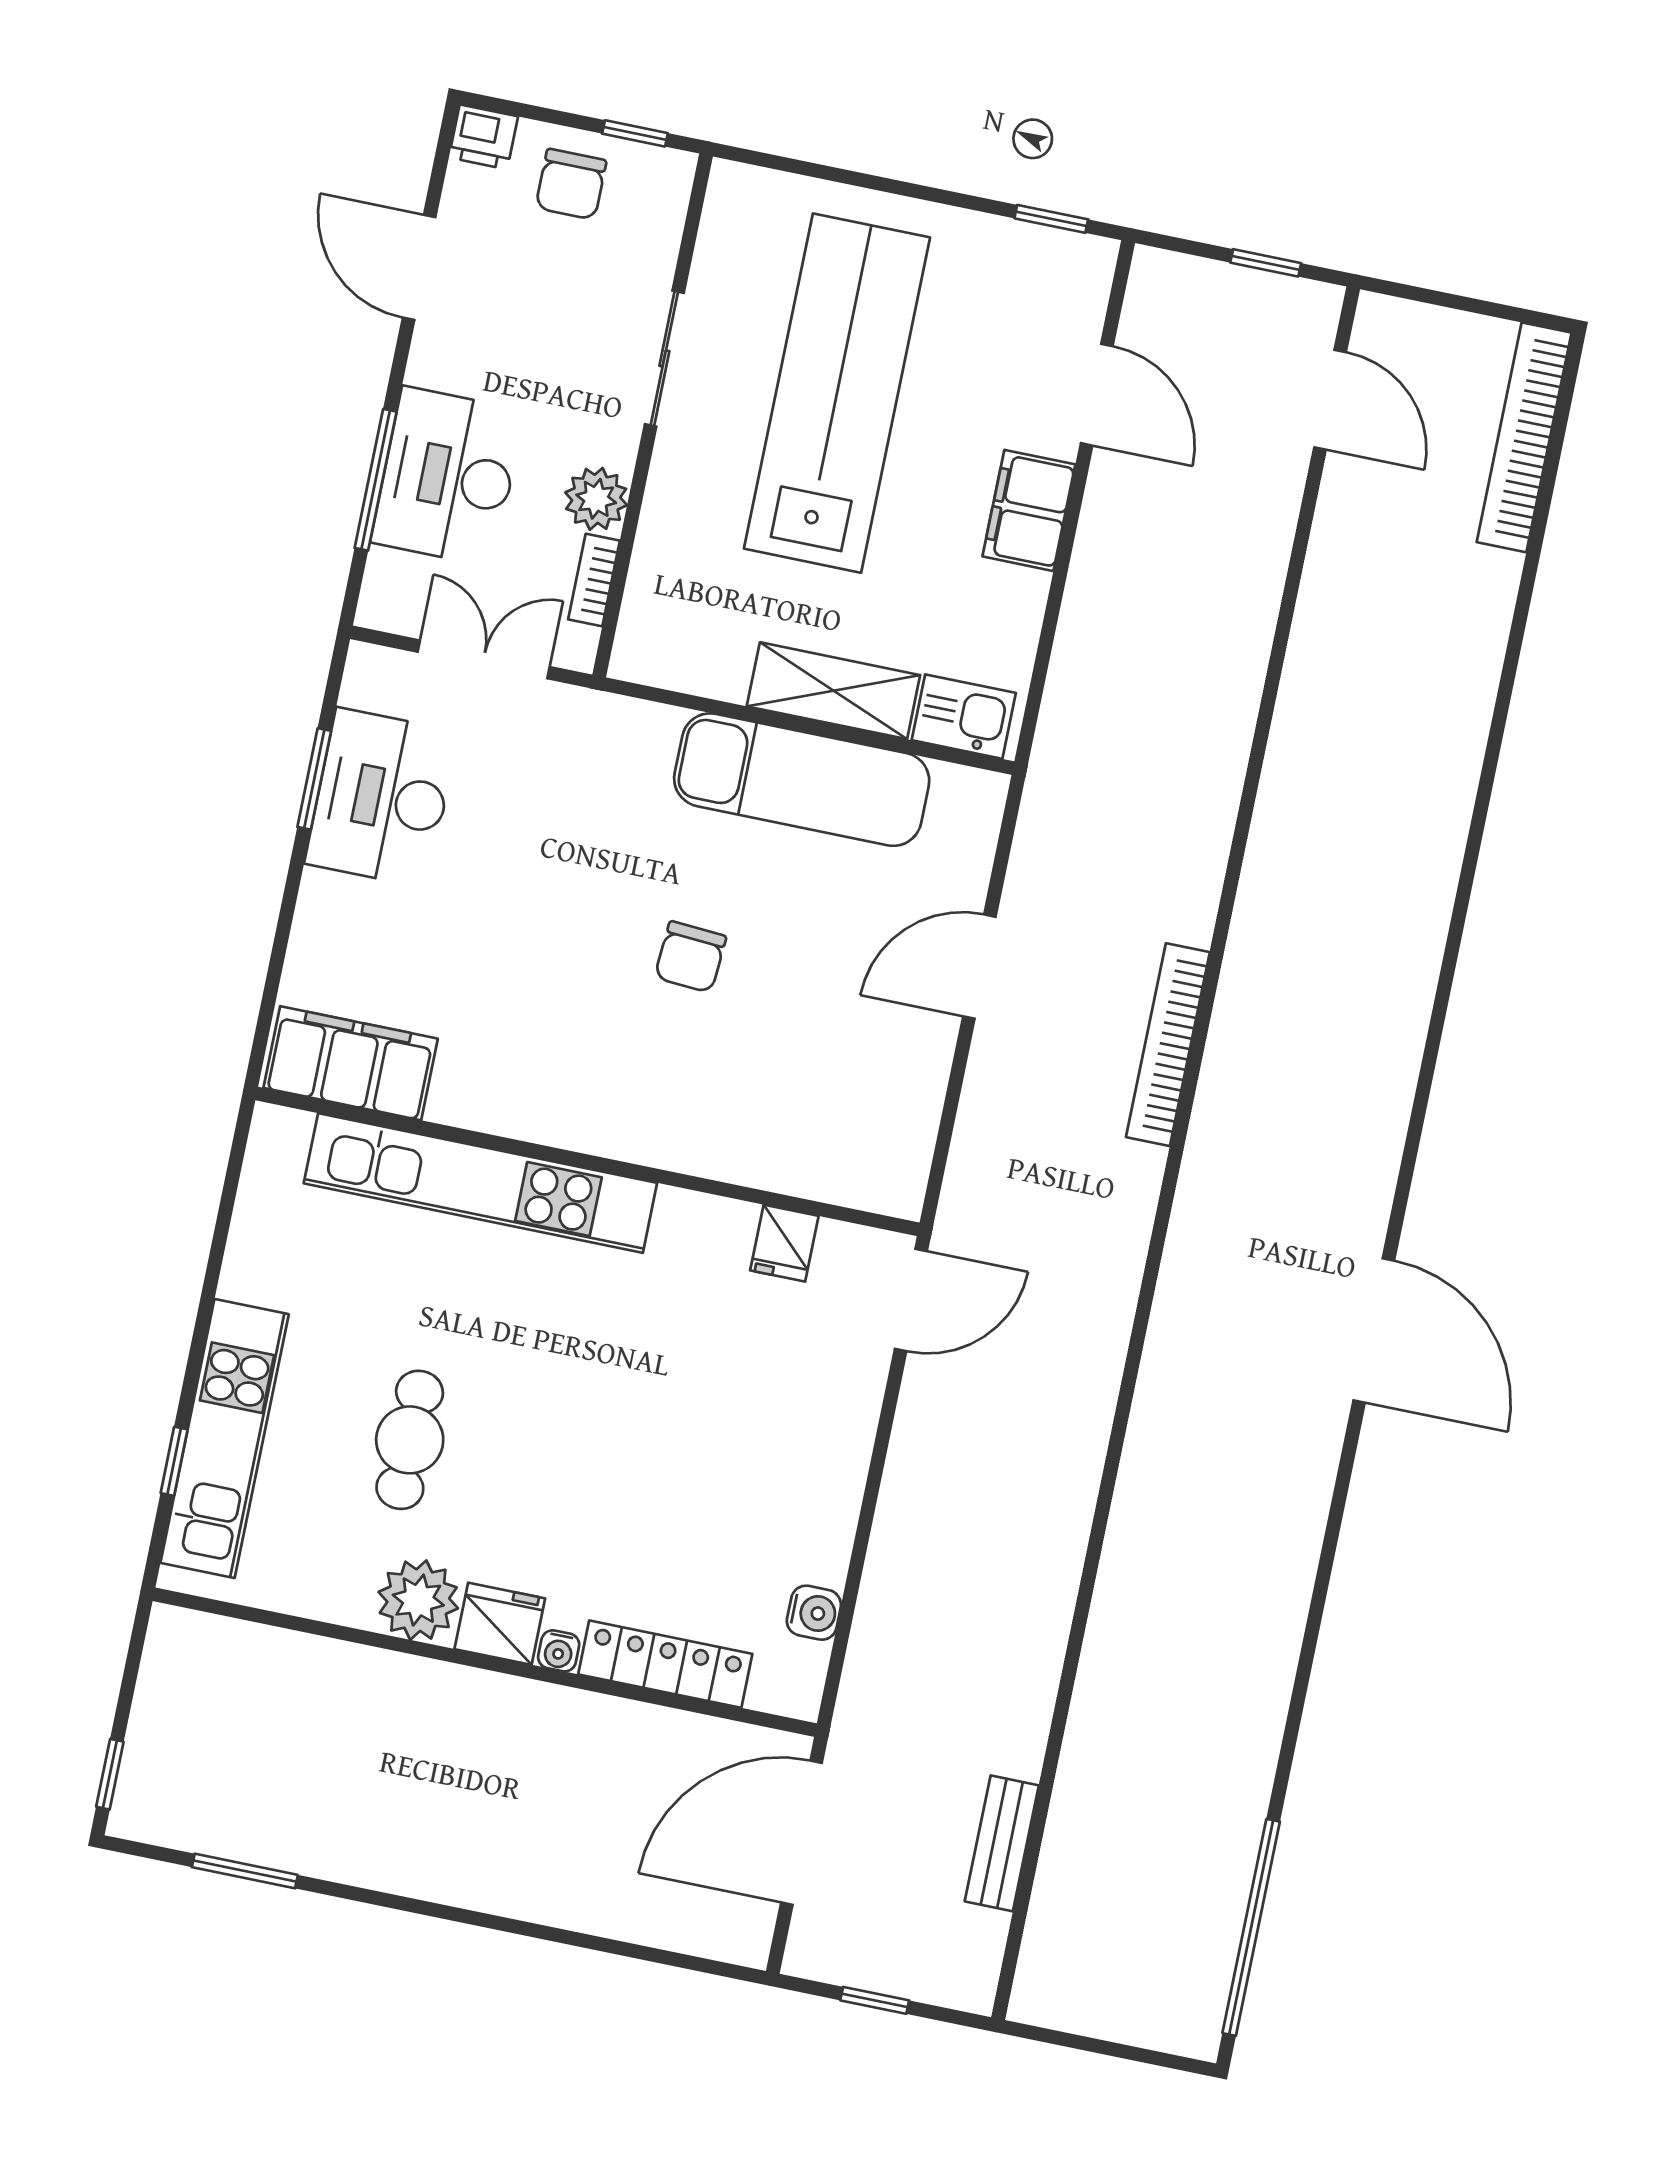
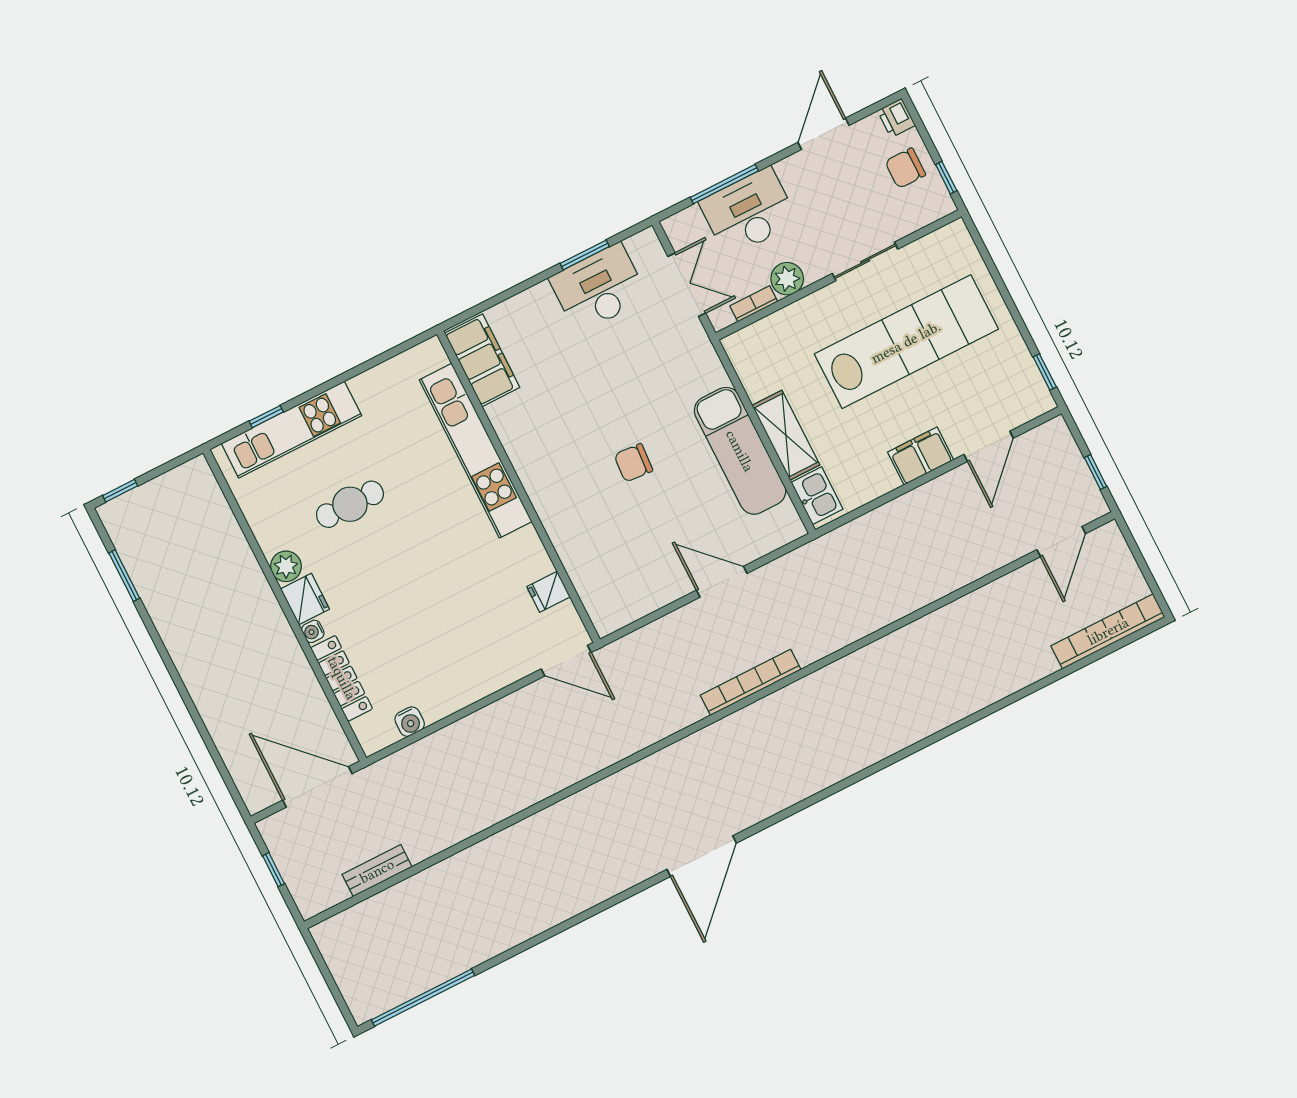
plant: (418, 1600) -> (286, 566), width x0.73, depth x0.73

